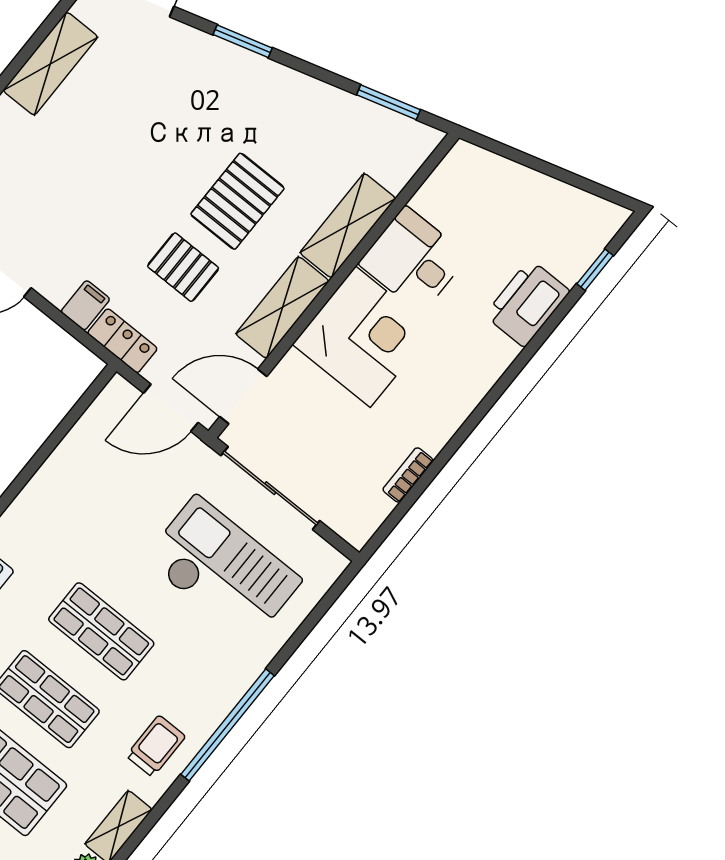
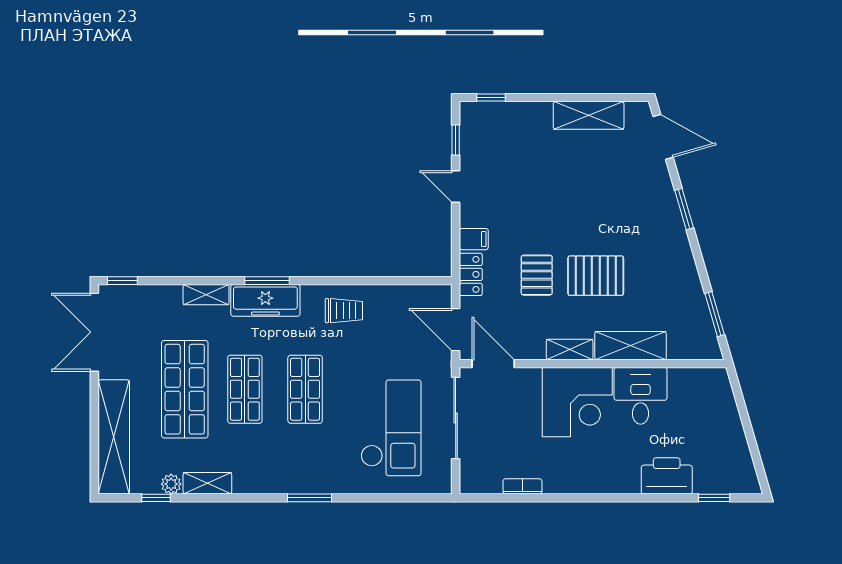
shelving: (282, 307) -> (570, 350), width x0.67, depth x0.75
window: (228, 725) -> (310, 498), width x0.47
trolley: (156, 746) -> (344, 311), moved

